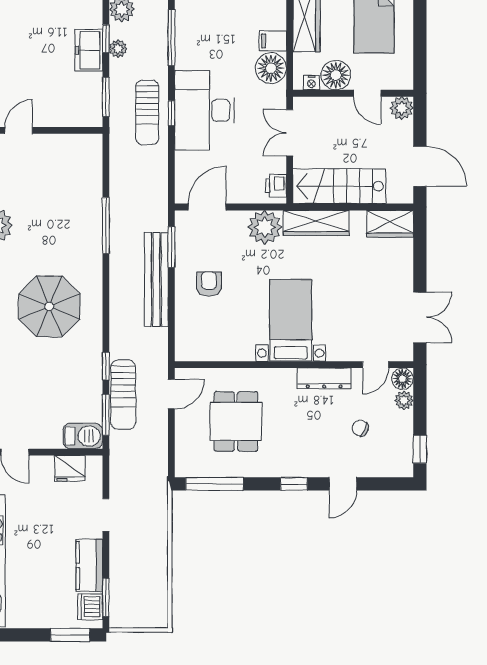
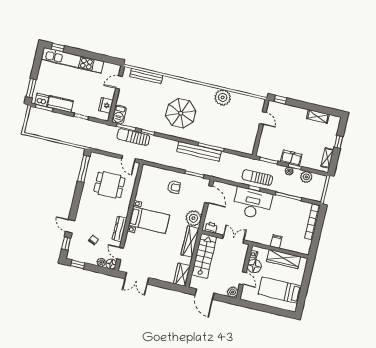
floor lamp: (271, 68) -> (264, 238), removed
door: (367, 93) -> (243, 278), swing flipped
door: (420, 166) -> (205, 294), hinge flipped
bench: (156, 280) -> (199, 151), moved
window: (294, 484) -> (66, 243), moved

